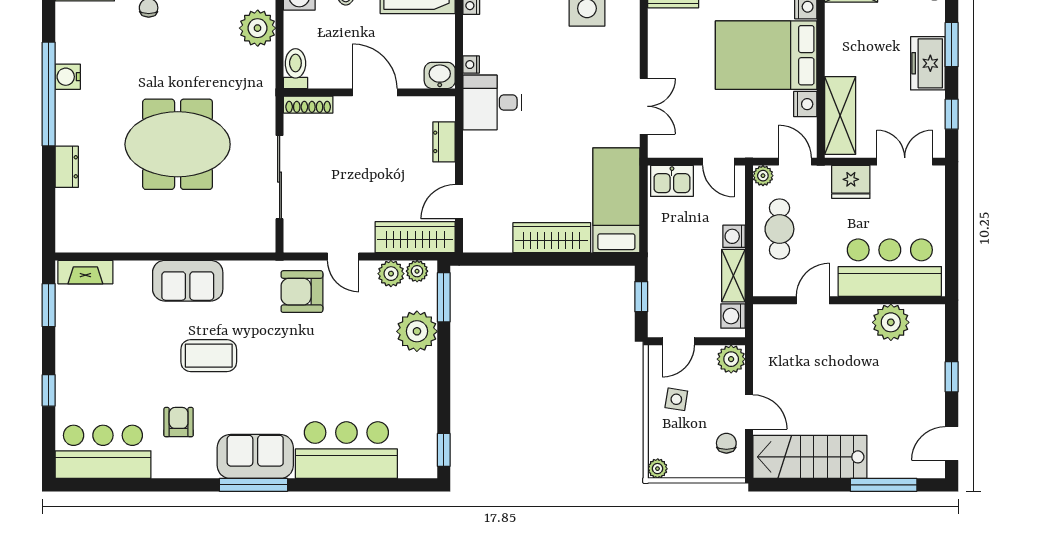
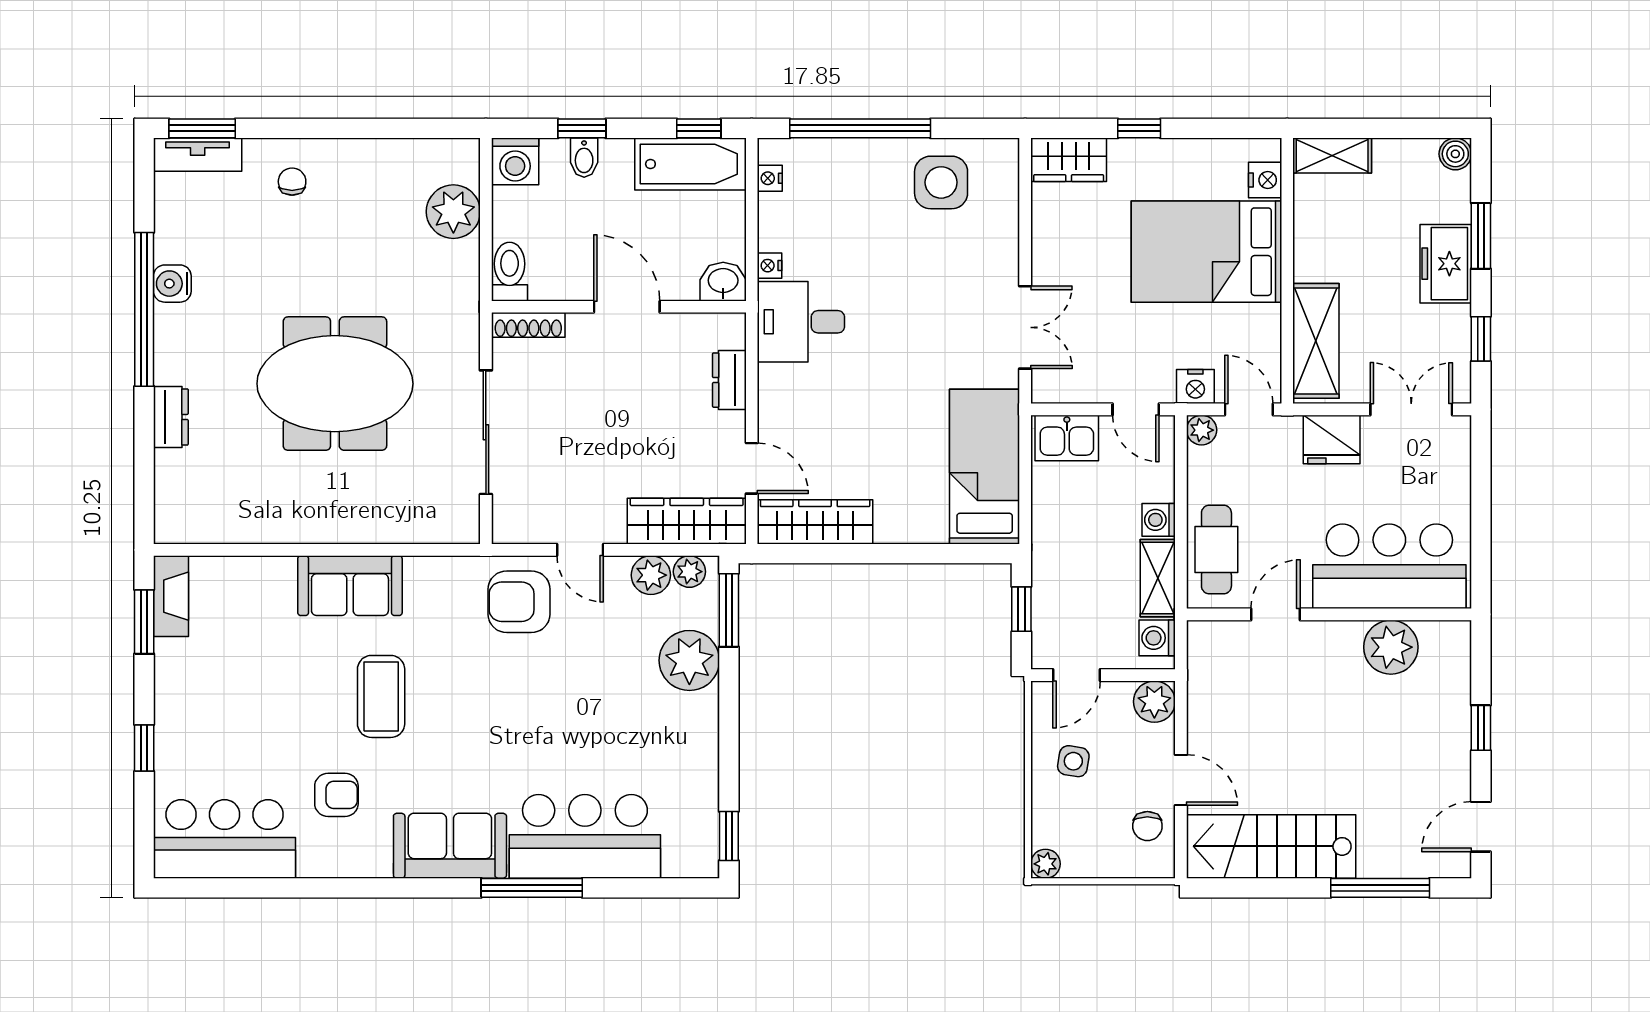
nightstand: (805, 104) -> (1195, 386), moved, turned 90
door: (459, 201) -> (752, 468), swing flipped
cafe table: (779, 229) -> (1216, 549), moved
wardrobe: (552, 238) -> (815, 522), moved
fireplace: (85, 272) -> (171, 596), moved, turned -90
coffee table: (209, 356) -> (381, 696), turned 90
armchair: (179, 422) -> (336, 795), turned 90
chair: (726, 443) -> (1147, 826), turned 180
window: (253, 485) -> (532, 888), moved

